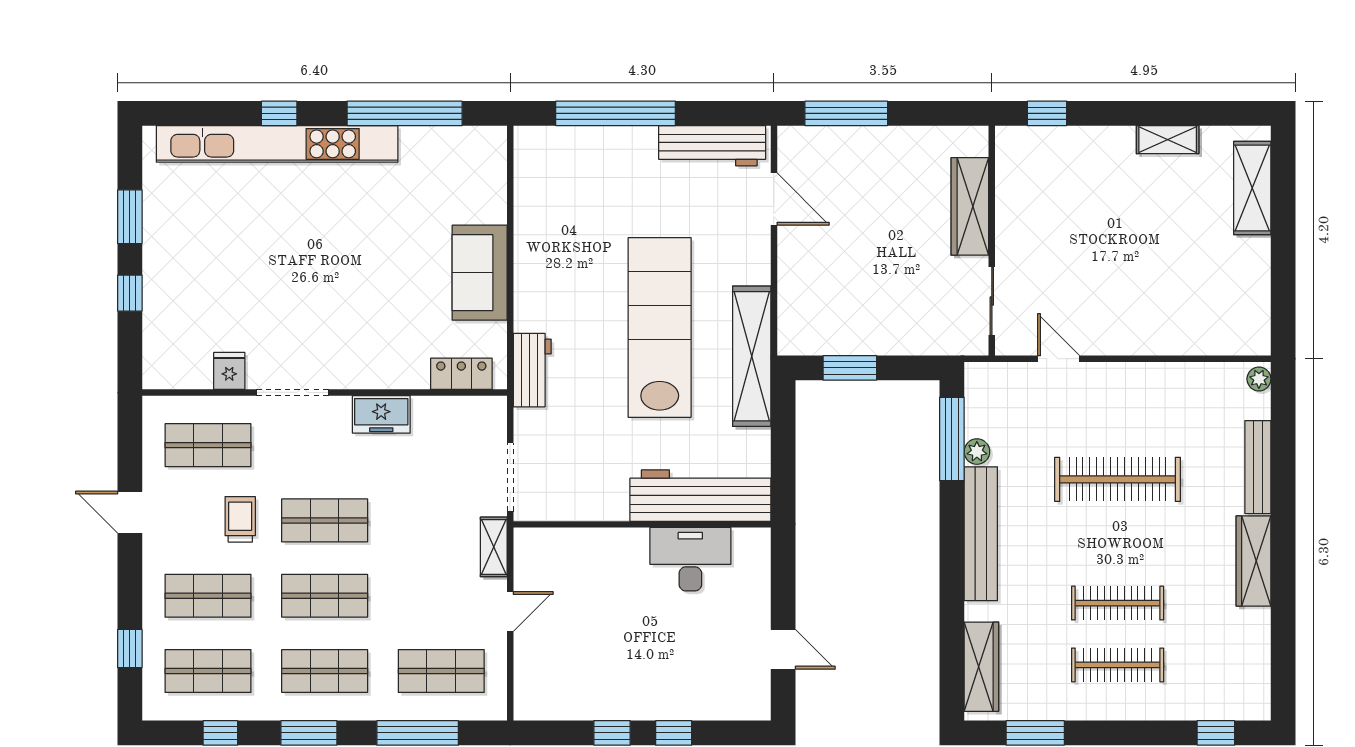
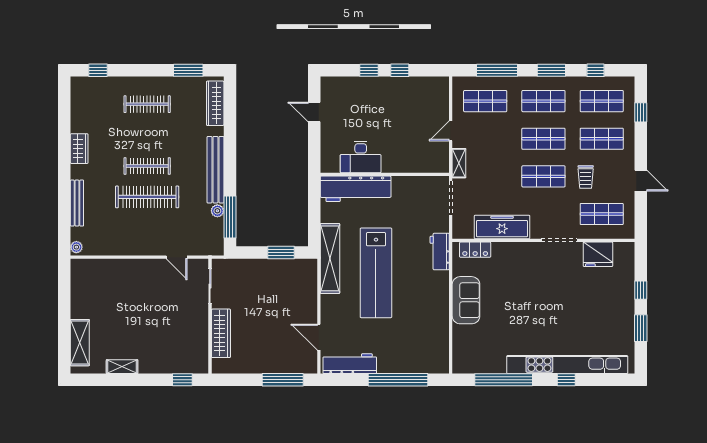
fridge: (229, 371) -> (598, 254), width x1.88, depth x1.34
freezer: (381, 414) -> (502, 227), width x1.91, depth x1.26
wardrobe: (1253, 561) -> (79, 149), width x0.67
clothes rail: (1118, 603) -> (147, 166), moved

